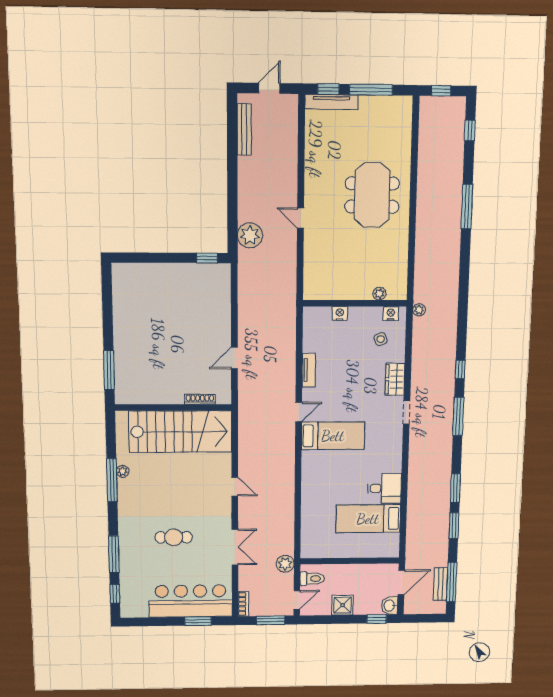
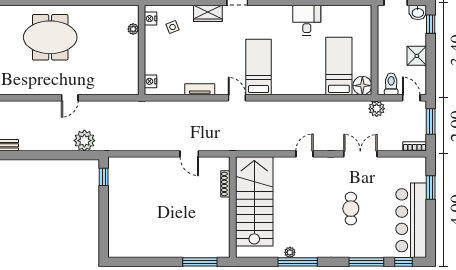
nightstand: (340, 314) -> (150, 81), moved
bed: (368, 519) -> (339, 66), moved, turned 180
floor lamp: (311, 548) -> (362, 86), added
bar counter: (191, 601) -> (411, 220), moved

